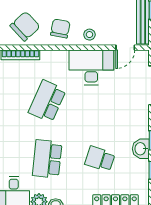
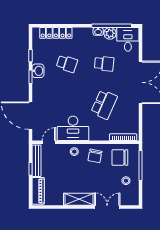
chair: (25, 26) -> (120, 157), turned 43
school desk: (47, 159) -> (104, 64), width x0.54

